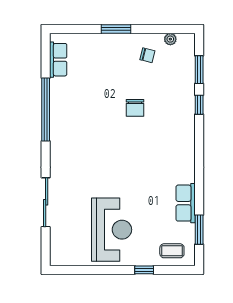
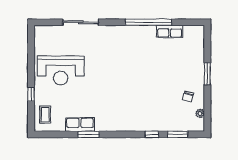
row of seats: (58, 60) -> (170, 31), moved
chair: (135, 108) -> (150, 88), removed
window: (199, 230) -> (89, 134), moved

